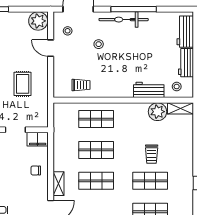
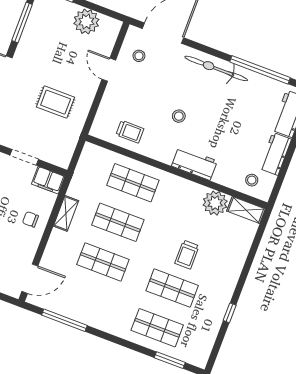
window: (134, 9) -> (260, 70), moved
plant: (38, 21) -> (86, 22), moved
stool: (99, 44) -> (179, 116), moved
rug: (23, 84) -> (56, 102), turned 90
workbench: (149, 90) -> (194, 163), moved
shelving: (58, 184) -> (66, 213), moved

